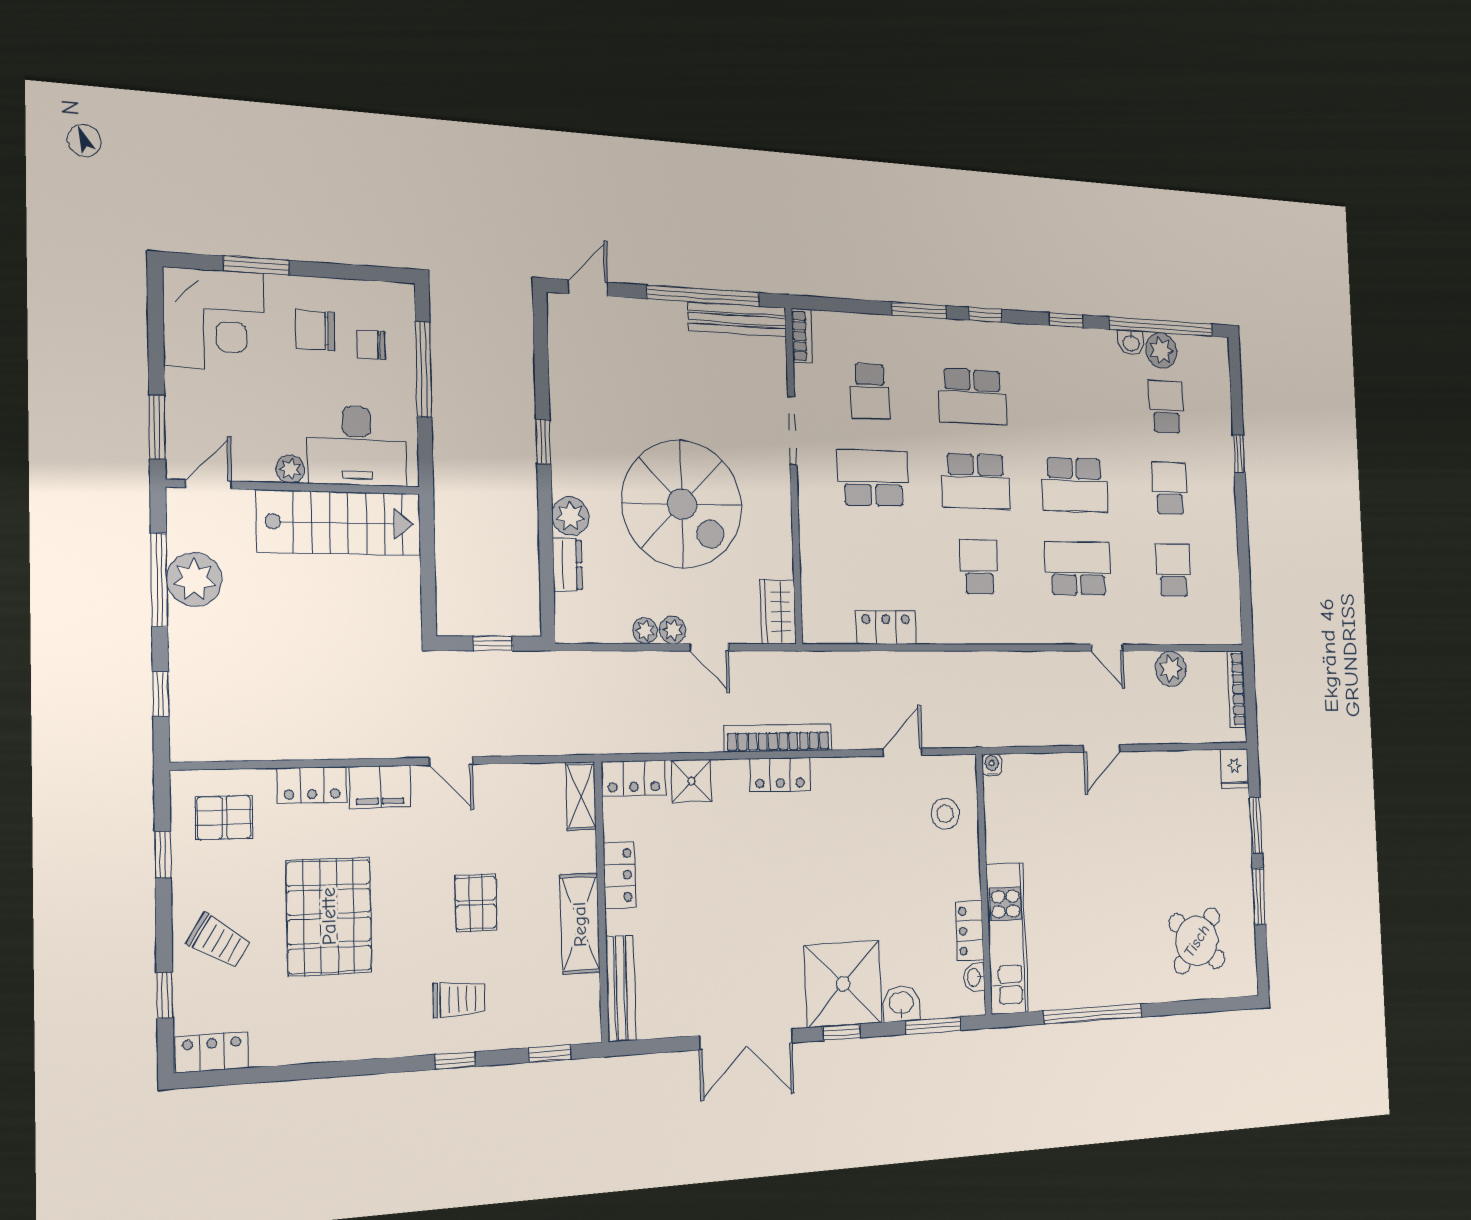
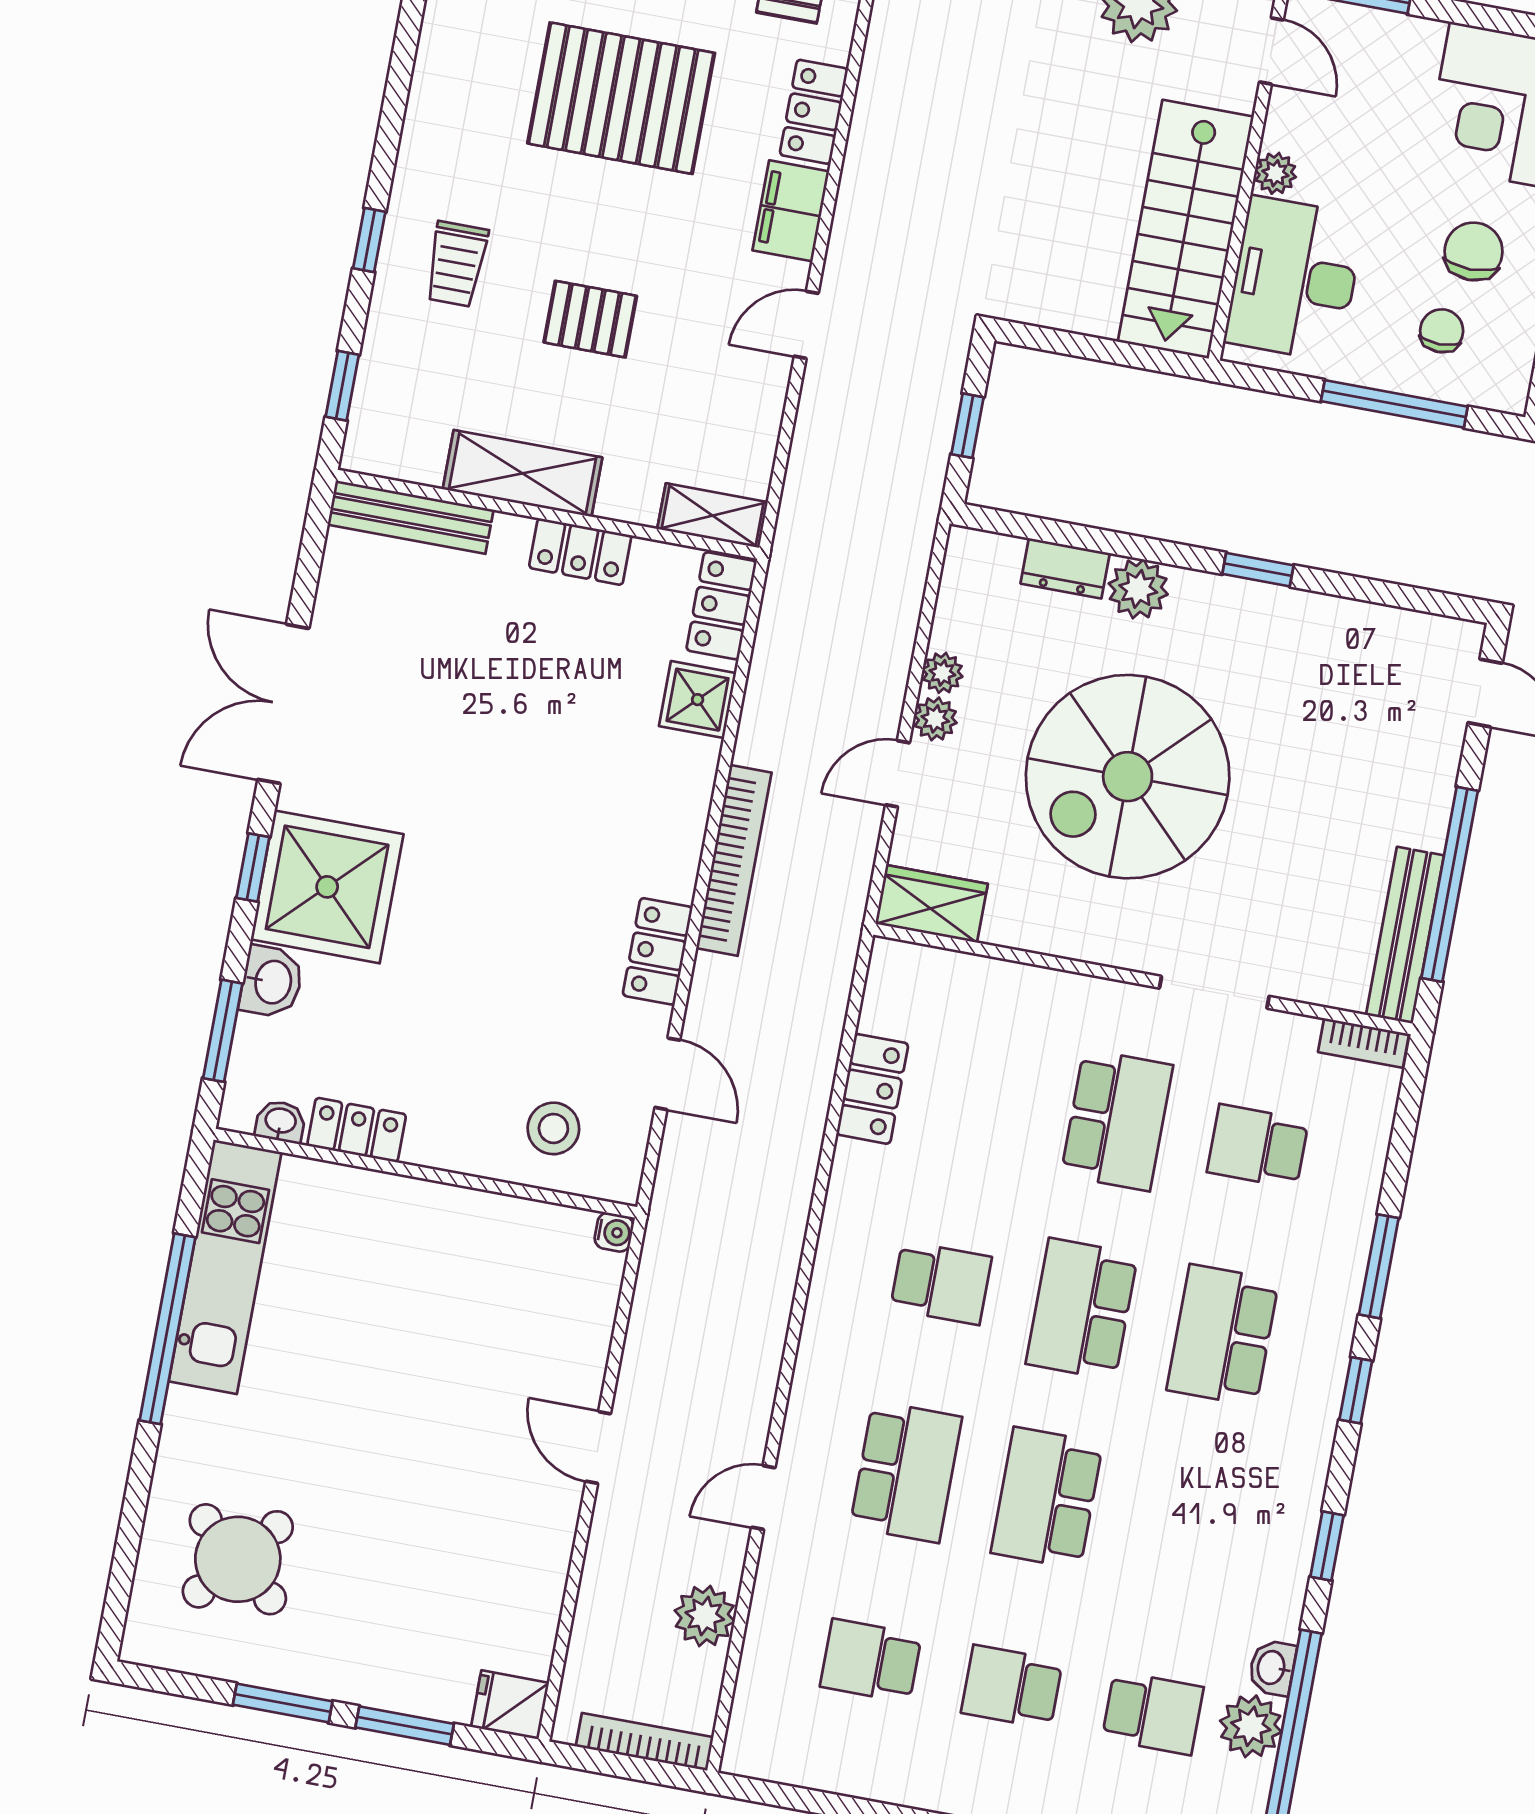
school desk: (1170, 488) -> (1012, 1687), turned 180
school desk: (1173, 570) -> (871, 1661), turned 180
locker: (780, 775) -> (658, 951), moved
kitchen unit: (1007, 938) -> (225, 1267), moved, turned -90

